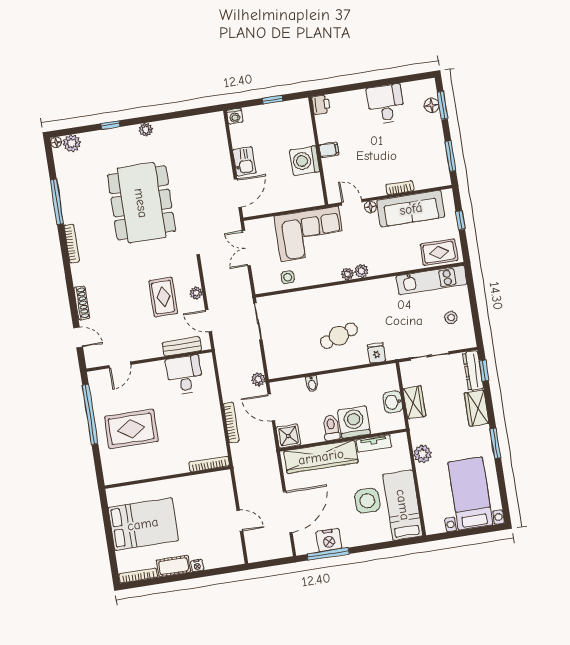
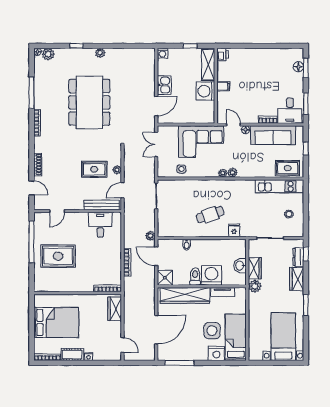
desk: (386, 104) -> (290, 111), moved, turned 180
shelving: (302, 122) -> (208, 65), added
rug: (163, 297) -> (94, 169), turned 90
door: (208, 321) -> (123, 190), hinge flipped
bench: (182, 346) -> (102, 205), width x1.36
dresser: (473, 371) -> (298, 257), width x0.70
plant: (422, 454) -> (255, 286), moved
wardrobe: (224, 491) -> (115, 309), added
door: (240, 521) -> (123, 345), moved
nightstand: (329, 540) -> (216, 353), moved

